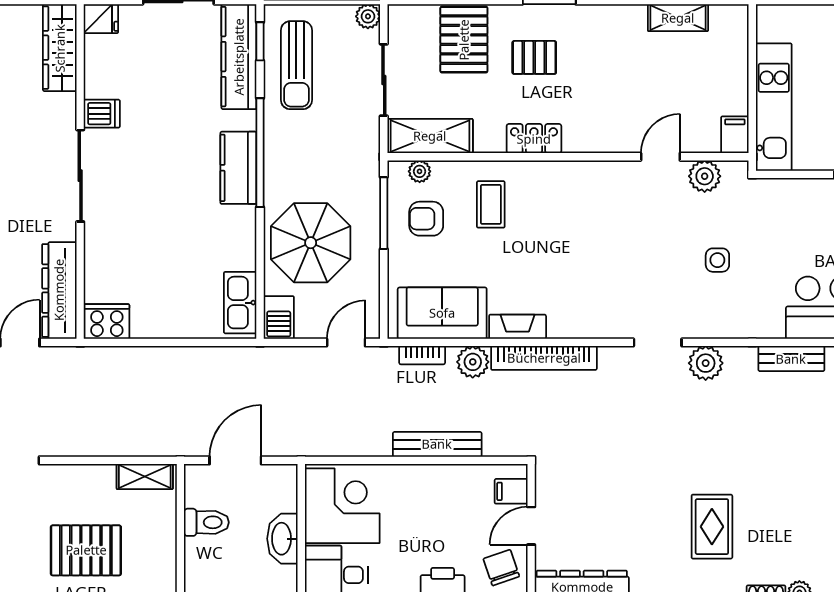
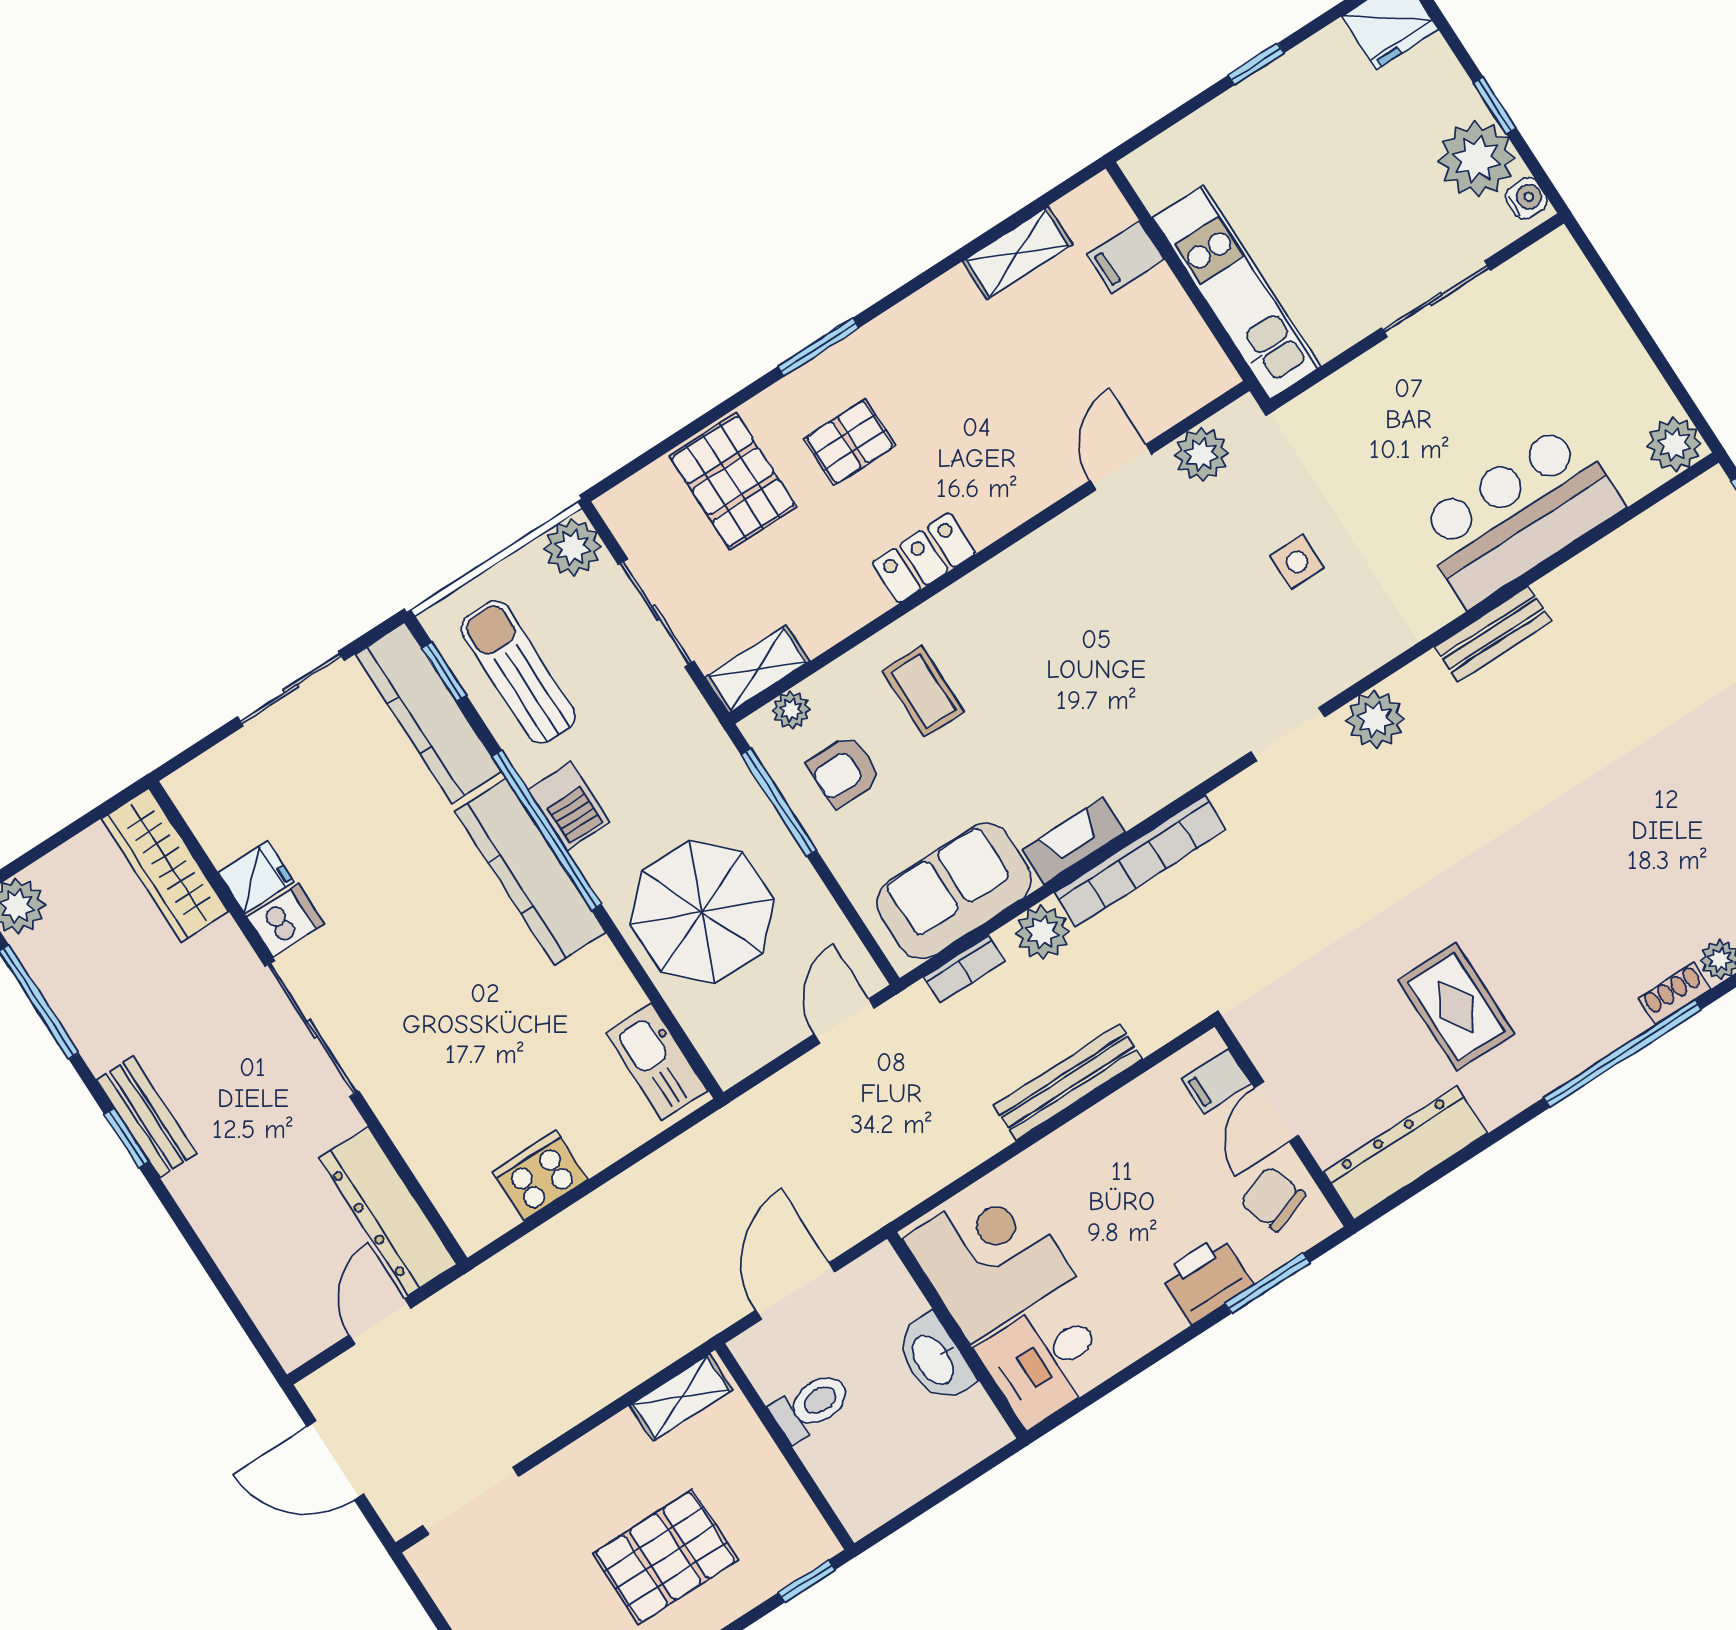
plant: (368, 16) -> (573, 548), width x1.38, depth x1.38
fridge: (101, 19) -> (256, 877), moved
sun lounger: (296, 65) -> (518, 672), turned 180
filing cabinet: (735, 135) -> (1126, 257), moved, turned -90
shelving: (430, 136) -> (757, 669), width x0.67, depth x0.75
kitchen counter: (238, 168) -> (530, 872), width x1.50
barbecue: (279, 317) -> (569, 806), moved
cooker: (107, 321) -> (540, 1176), moved
rug: (712, 527) -> (1456, 1007), moved

